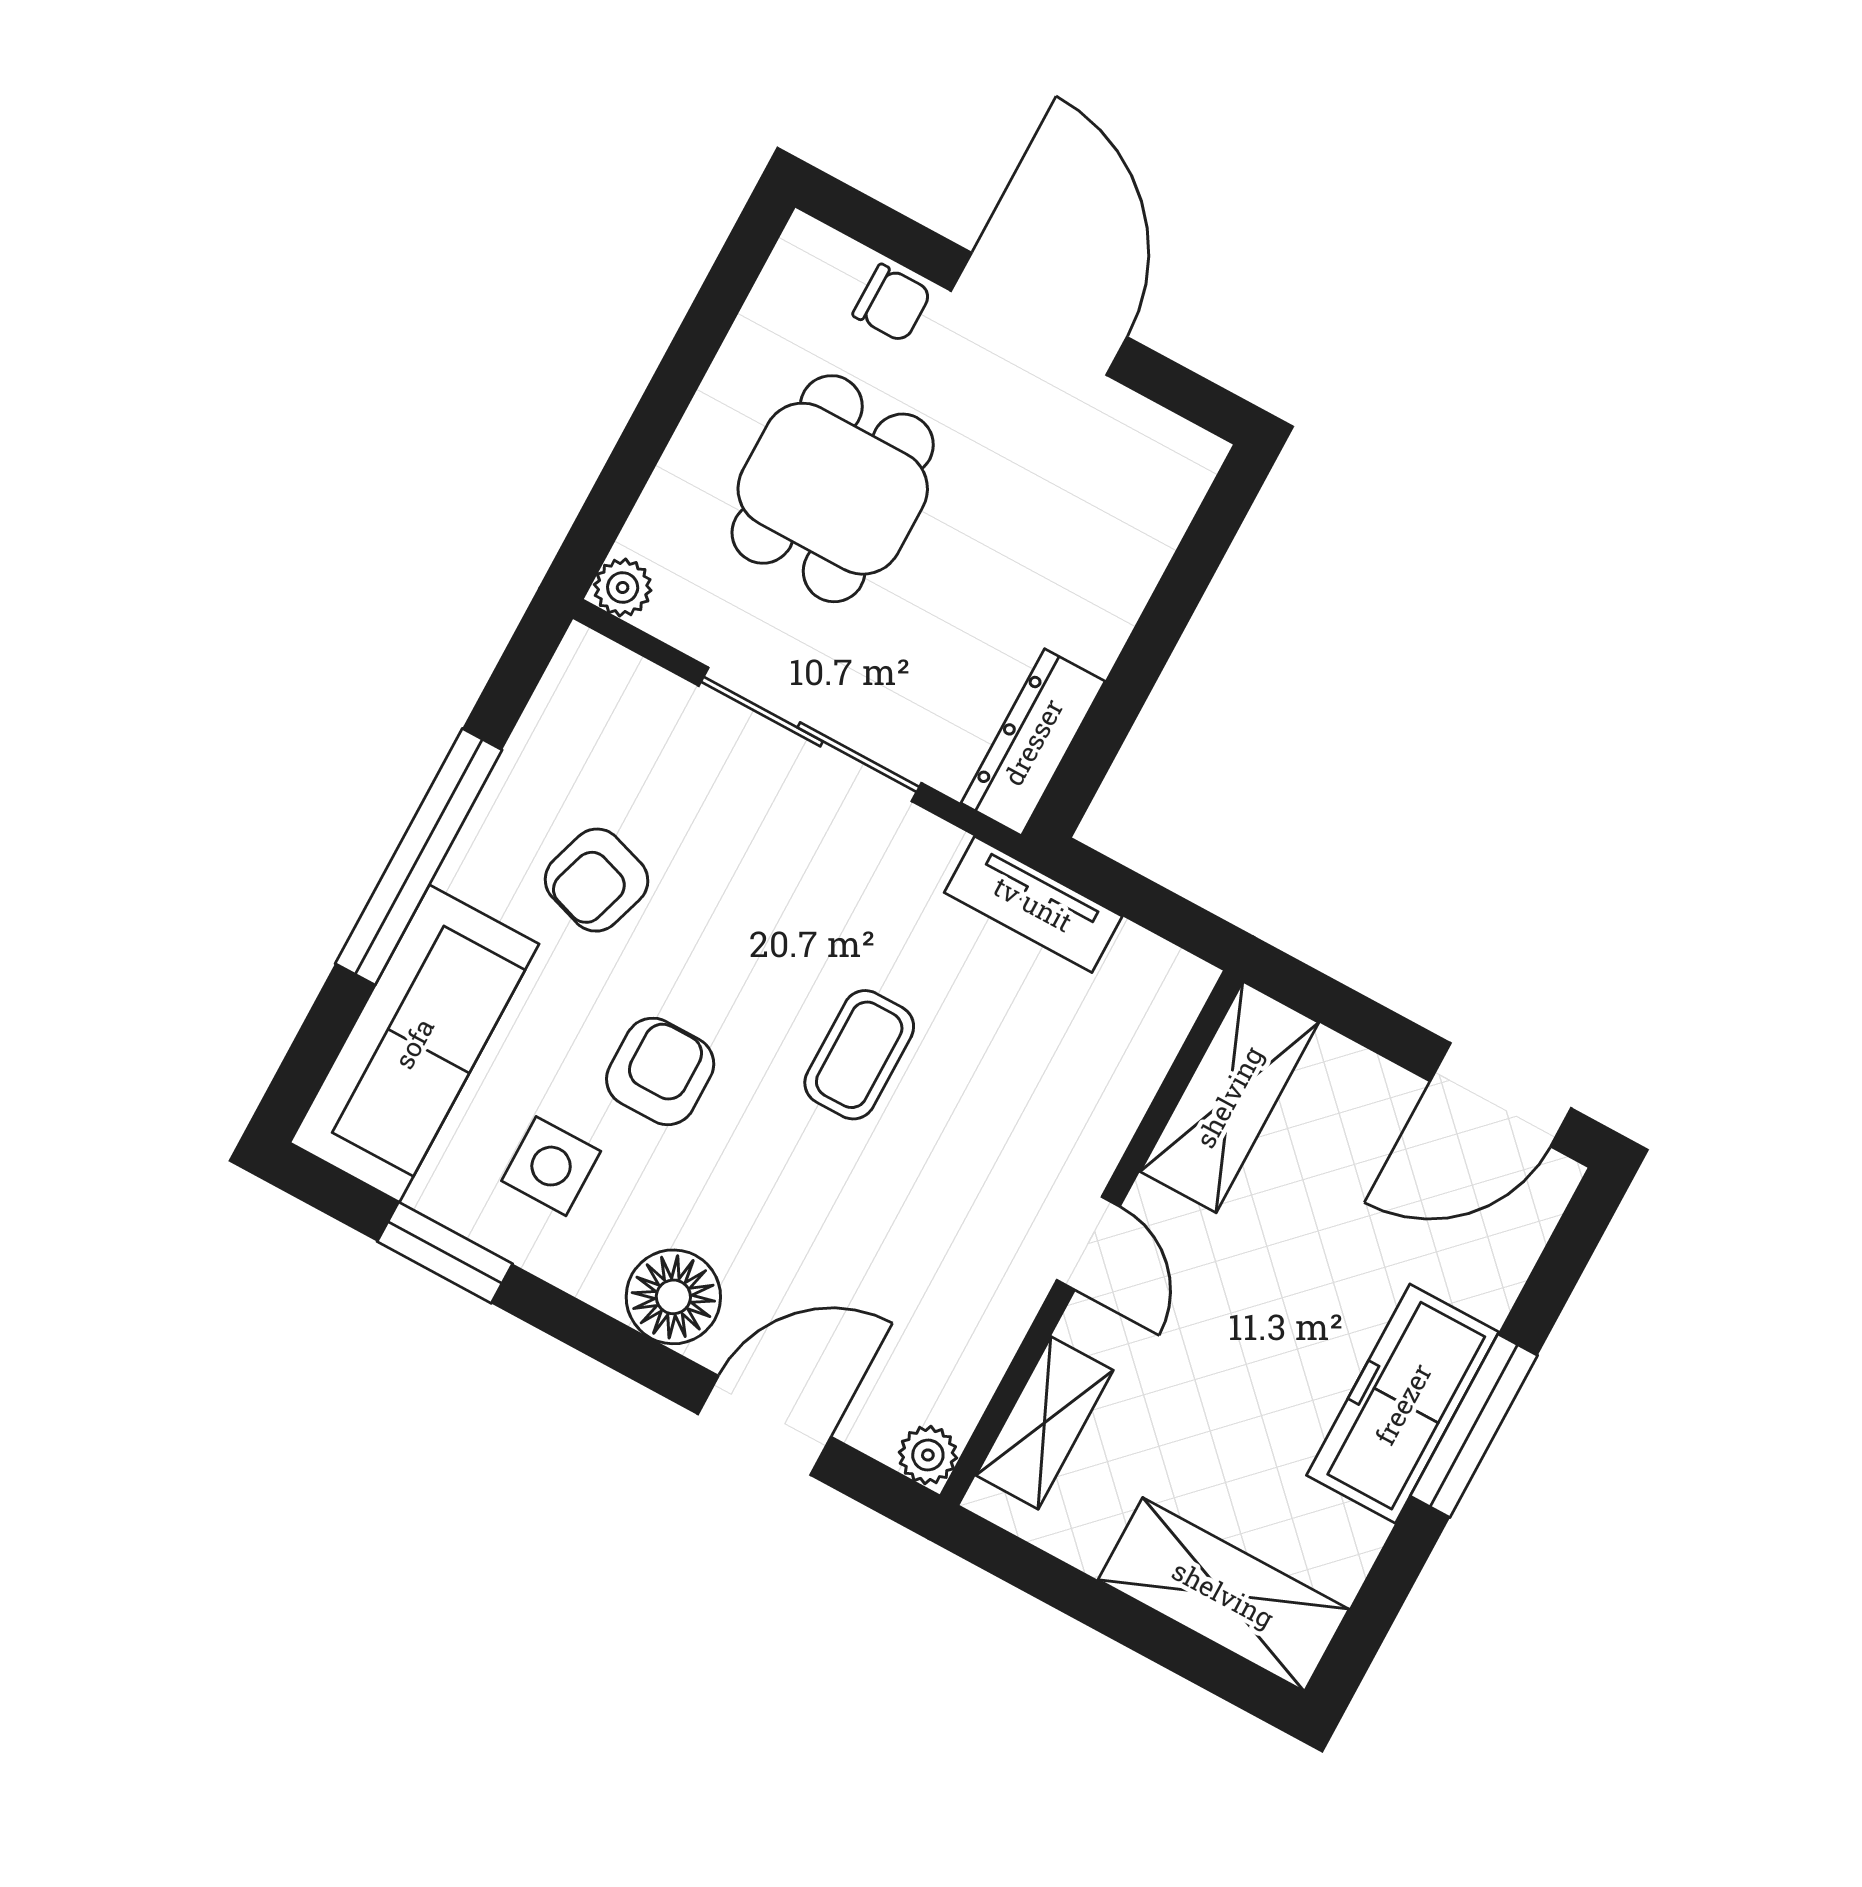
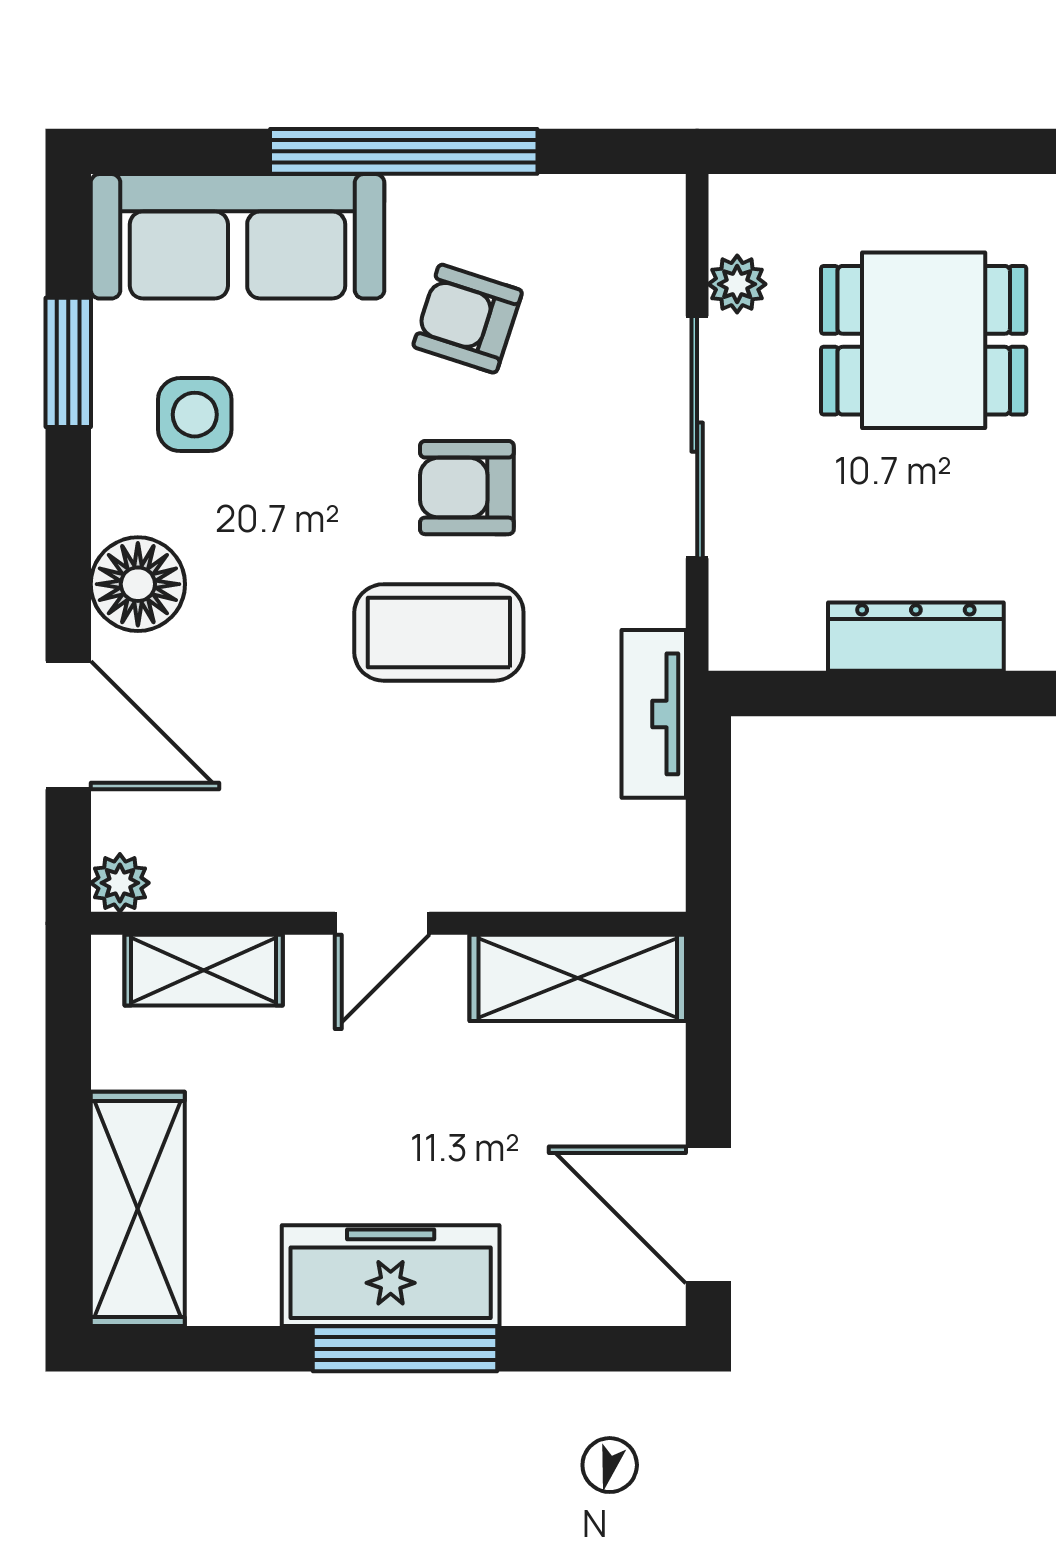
plant: (623, 587) -> (737, 284), moved
dresser: (1033, 742) -> (916, 637), moved
coffee table: (859, 1055) -> (439, 632), width x1.36, depth x1.30
armchair: (660, 1071) -> (467, 488), moved, turned 180

